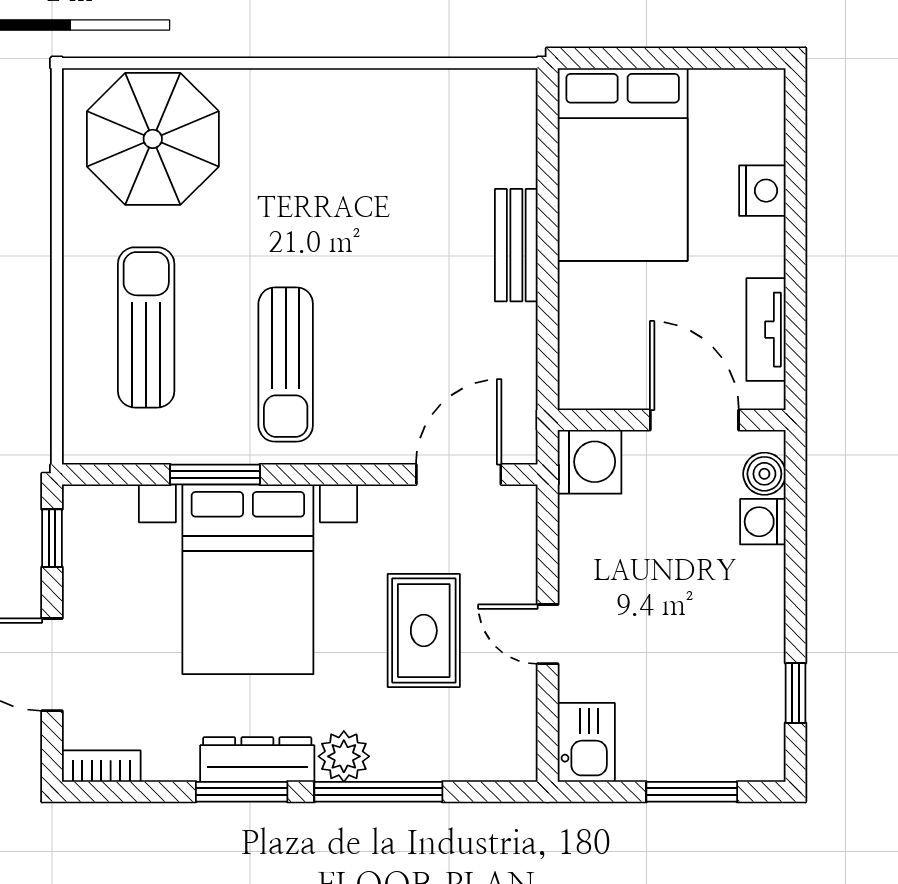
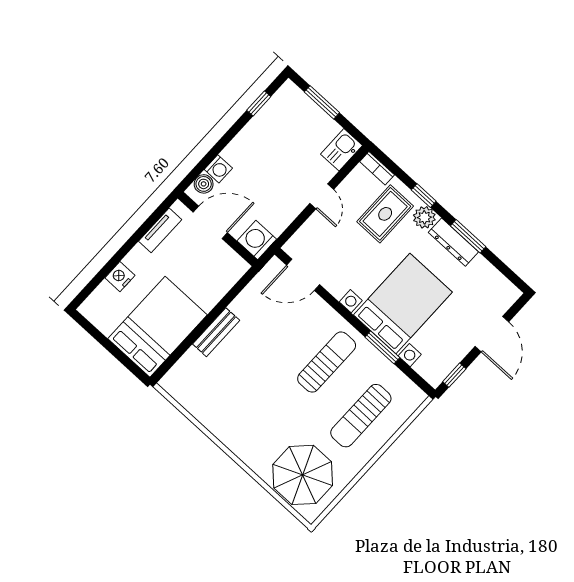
door: (694, 420) -> (210, 222), swing flipped
rug: (424, 631) -> (385, 214), moved
bookcase: (101, 766) -> (377, 168), moved
window: (378, 792) -> (424, 196), width x0.46

